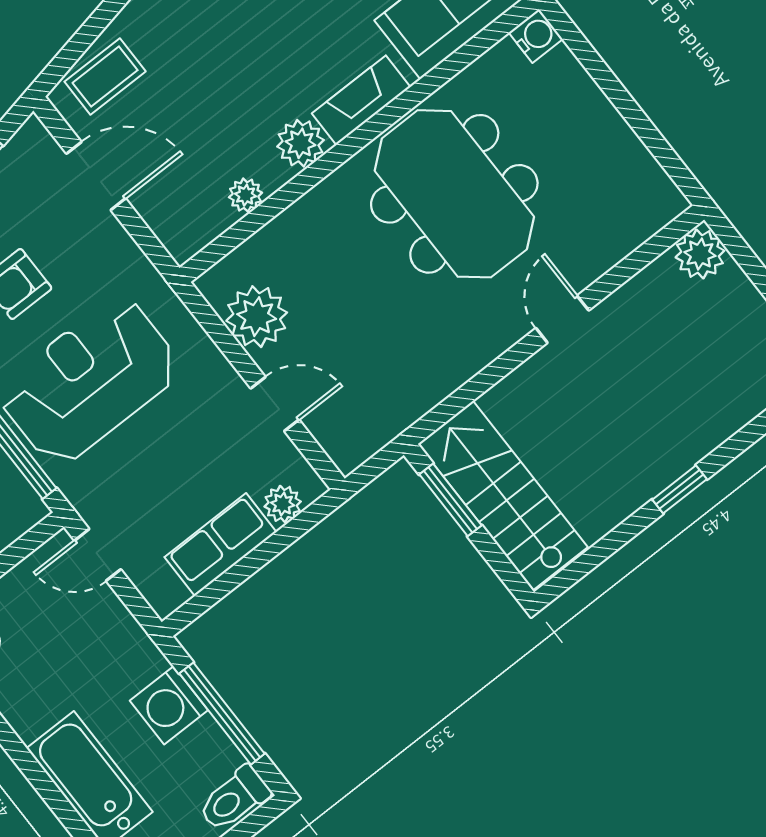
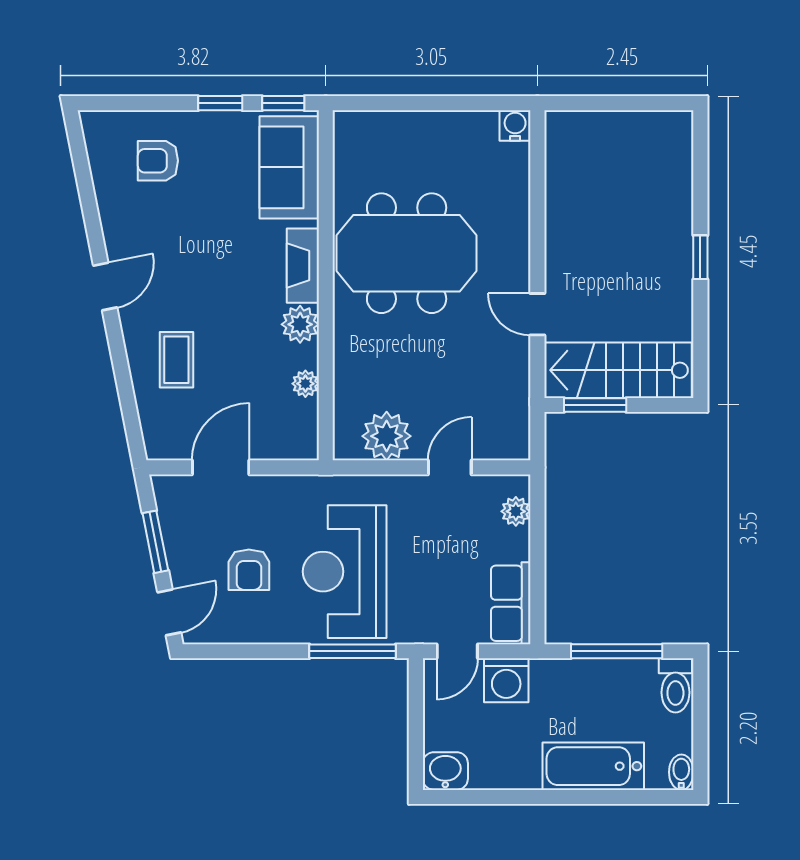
water cooler: (536, 36) -> (515, 125), moved
coffee table: (105, 77) -> (176, 360), moved
plant: (700, 254) -> (564, 130), removed
door: (562, 319) -> (537, 314), moved
row of seats: (221, 545) -> (511, 603), moved
washing machine: (169, 705) -> (506, 680), moved

